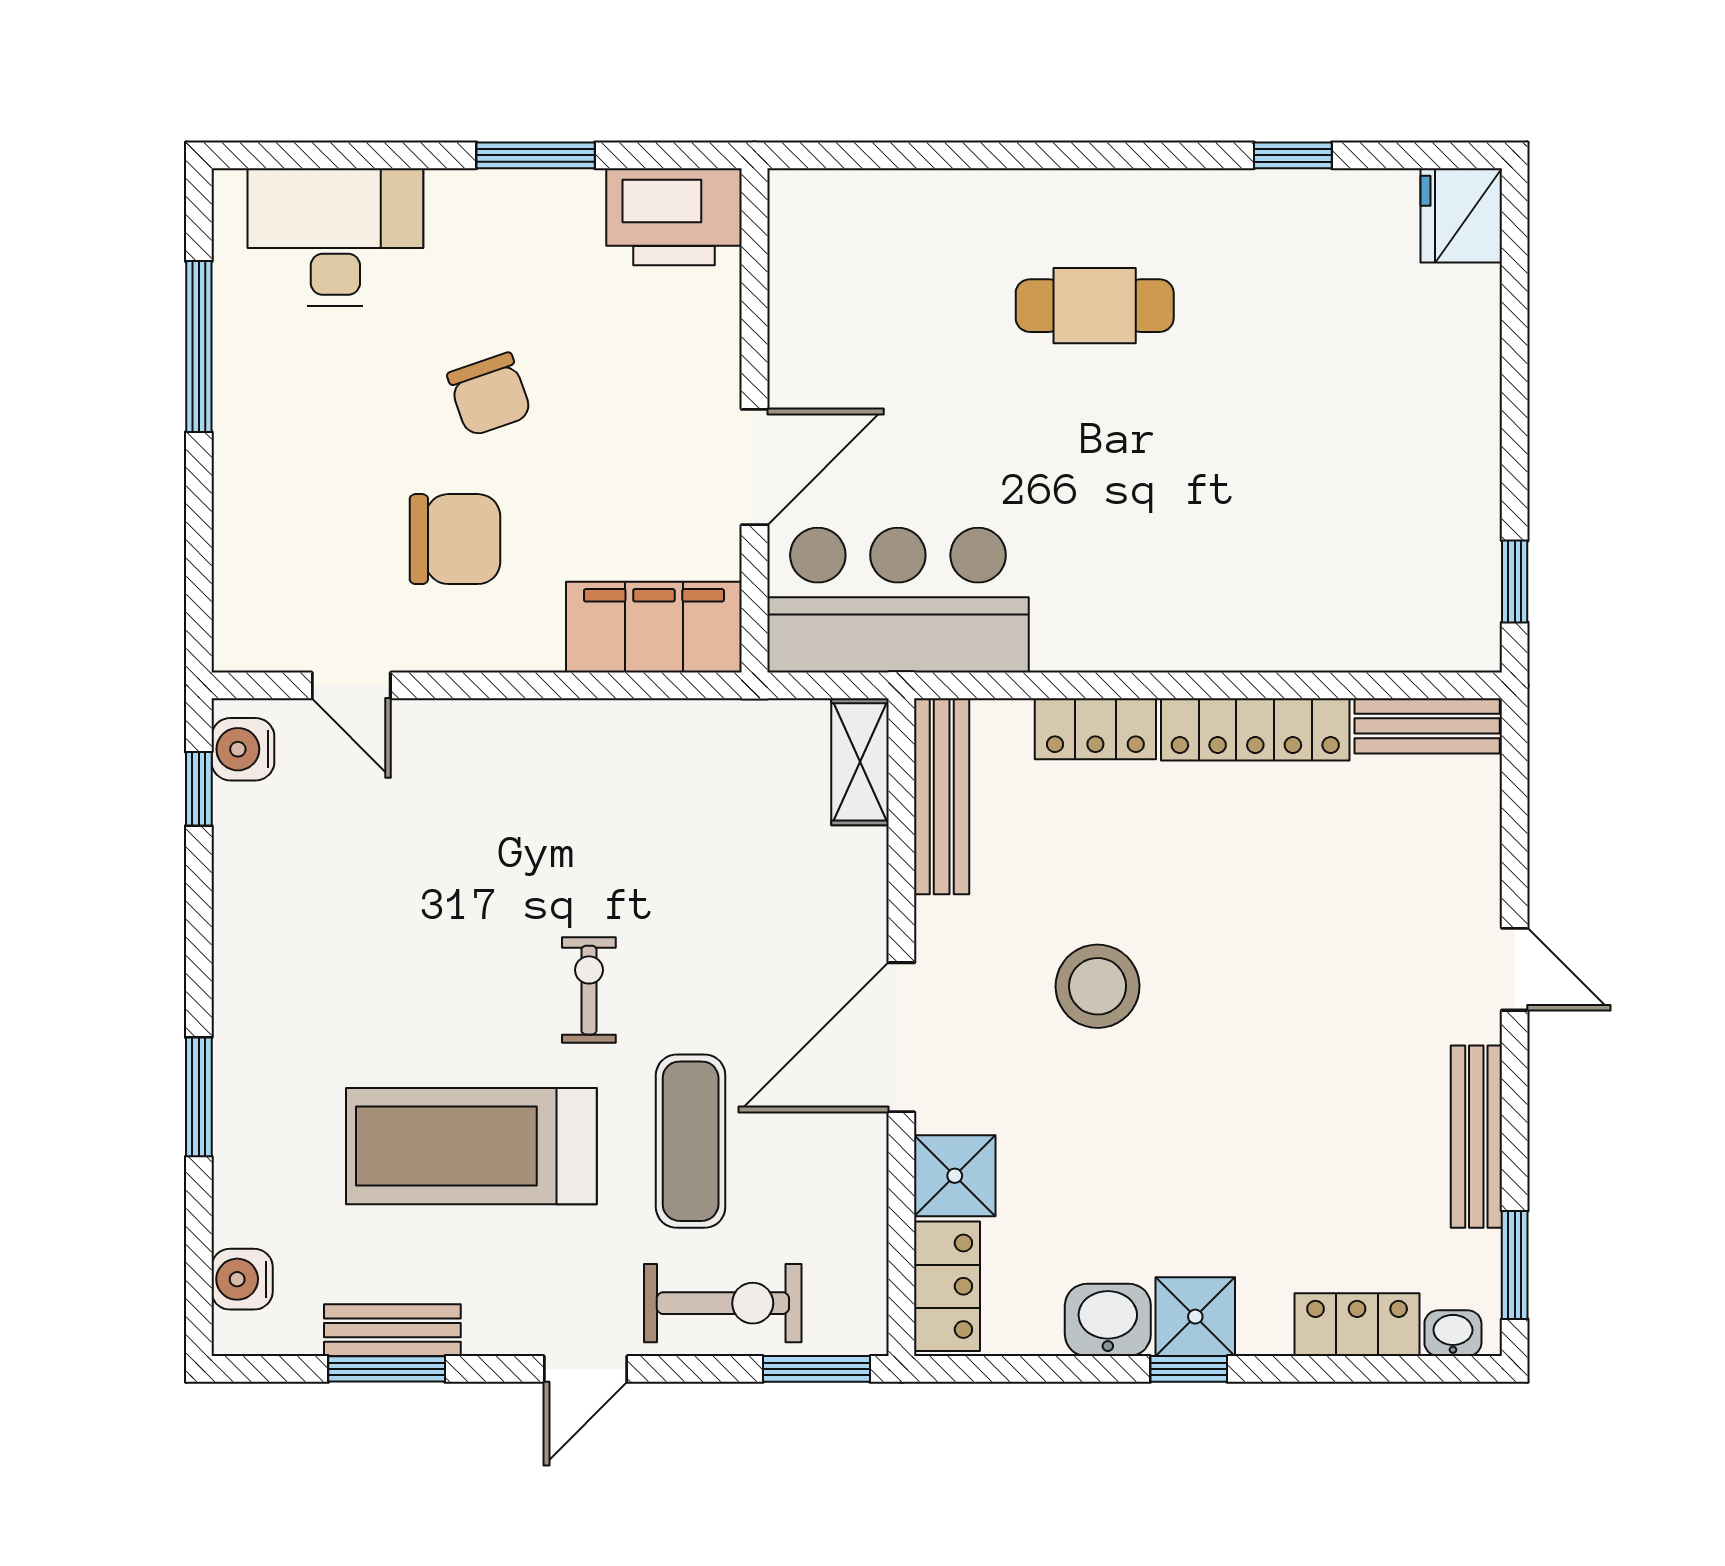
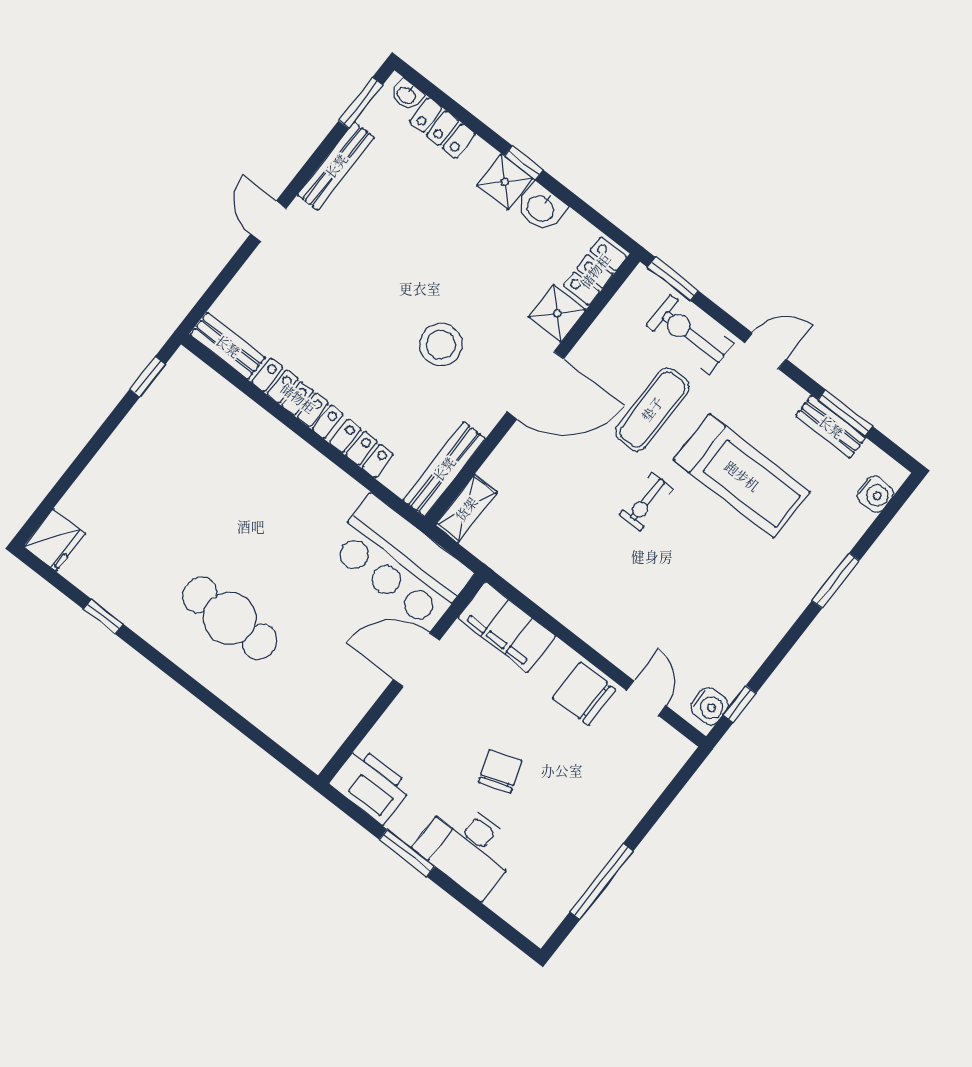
desk: (335, 237) -> (468, 848), moved
cafe table: (1095, 306) -> (230, 618), width x1.37, depth x1.35
chair: (455, 539) -> (584, 694), moved

